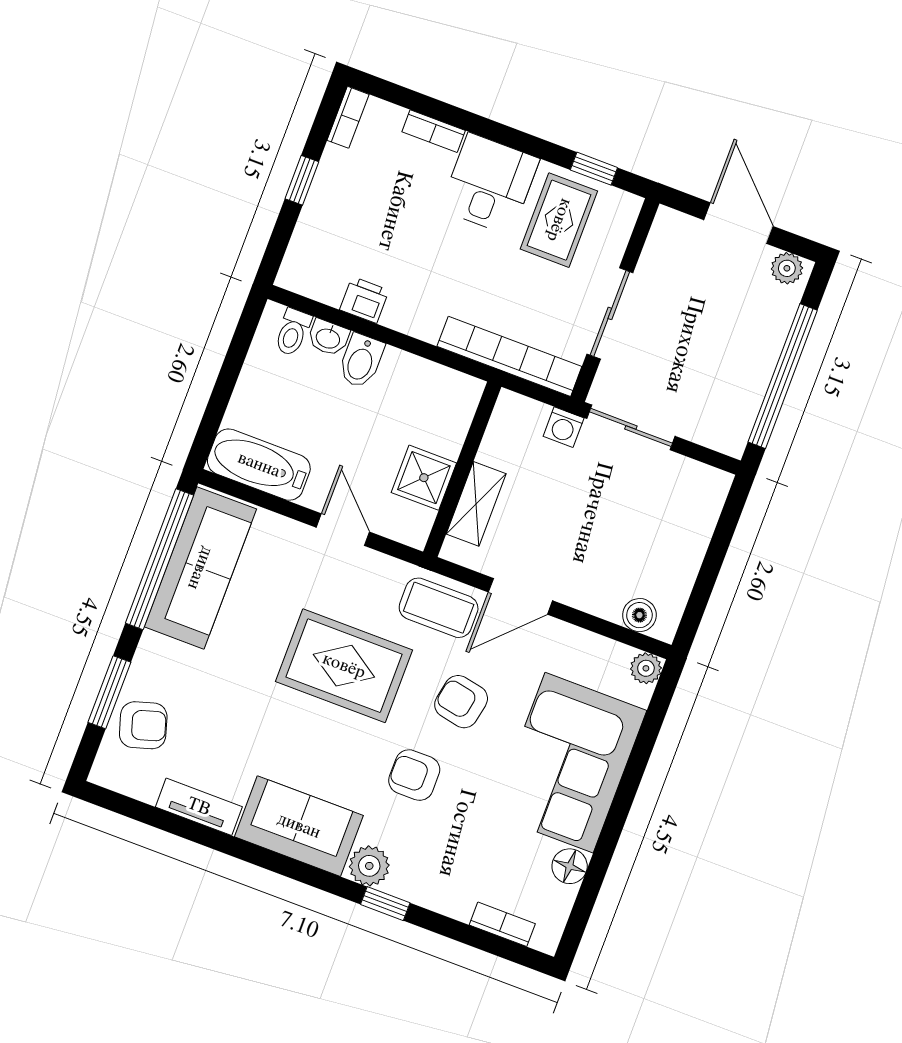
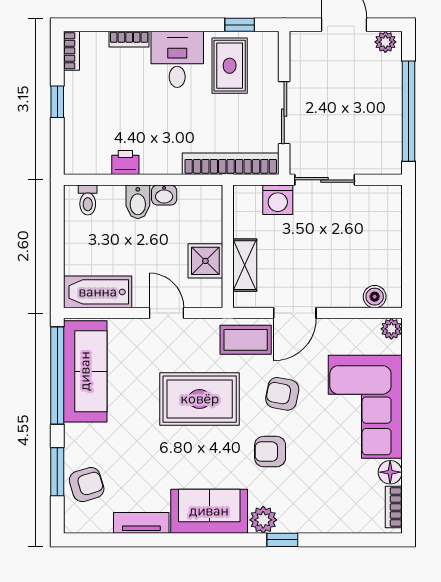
washbasin: (328, 338) -> (164, 195), moved
washing machine: (564, 427) -> (278, 200), width x1.38, depth x1.38
bookcase: (502, 924) -> (394, 507), moved, turned -90

